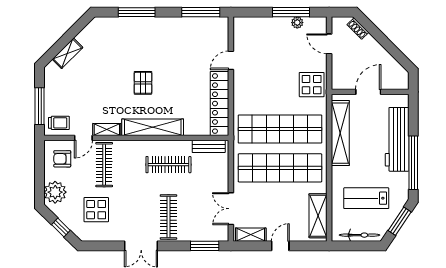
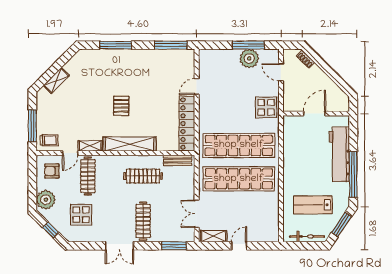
plant: (297, 23) -> (249, 58), width x1.88, depth x1.88
shelving: (340, 133) -> (291, 149), removed
shelving: (318, 216) -> (271, 220), removed

